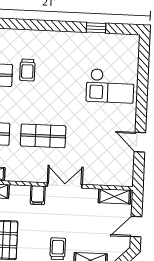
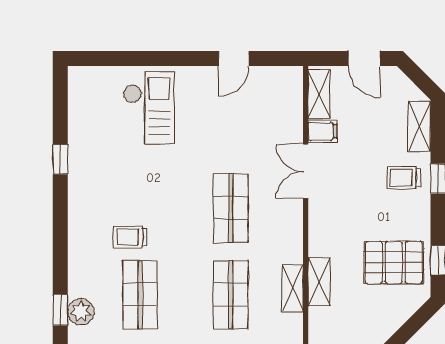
window: (96, 28) -> (60, 159), moved
trolley: (27, 70) -> (130, 237), turned 180
filing cabinet: (38, 195) -> (323, 131), moved

